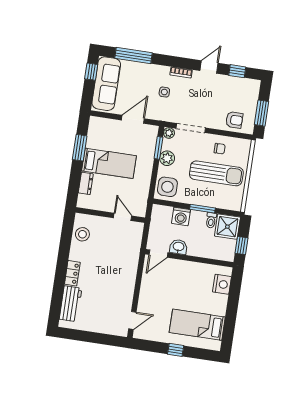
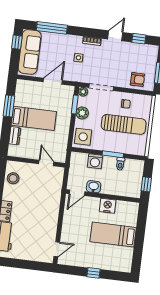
shower: (227, 227) -> (134, 169), removed
nightstand: (222, 284) -> (108, 206), moved, turned -90
bed: (197, 325) -> (113, 235), moved

